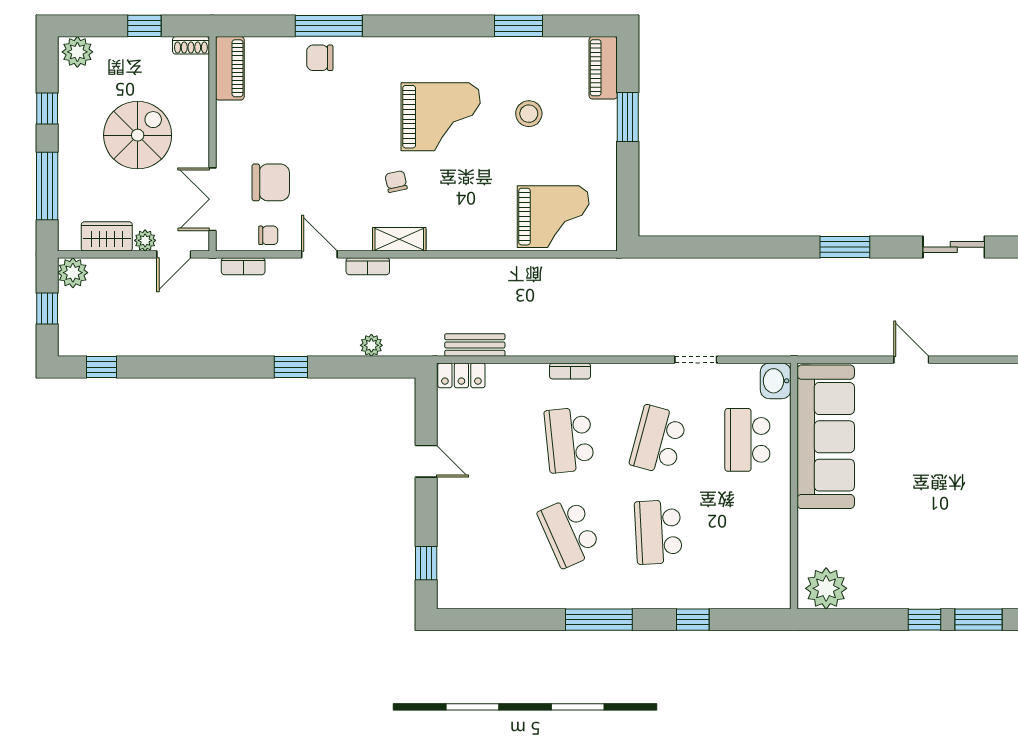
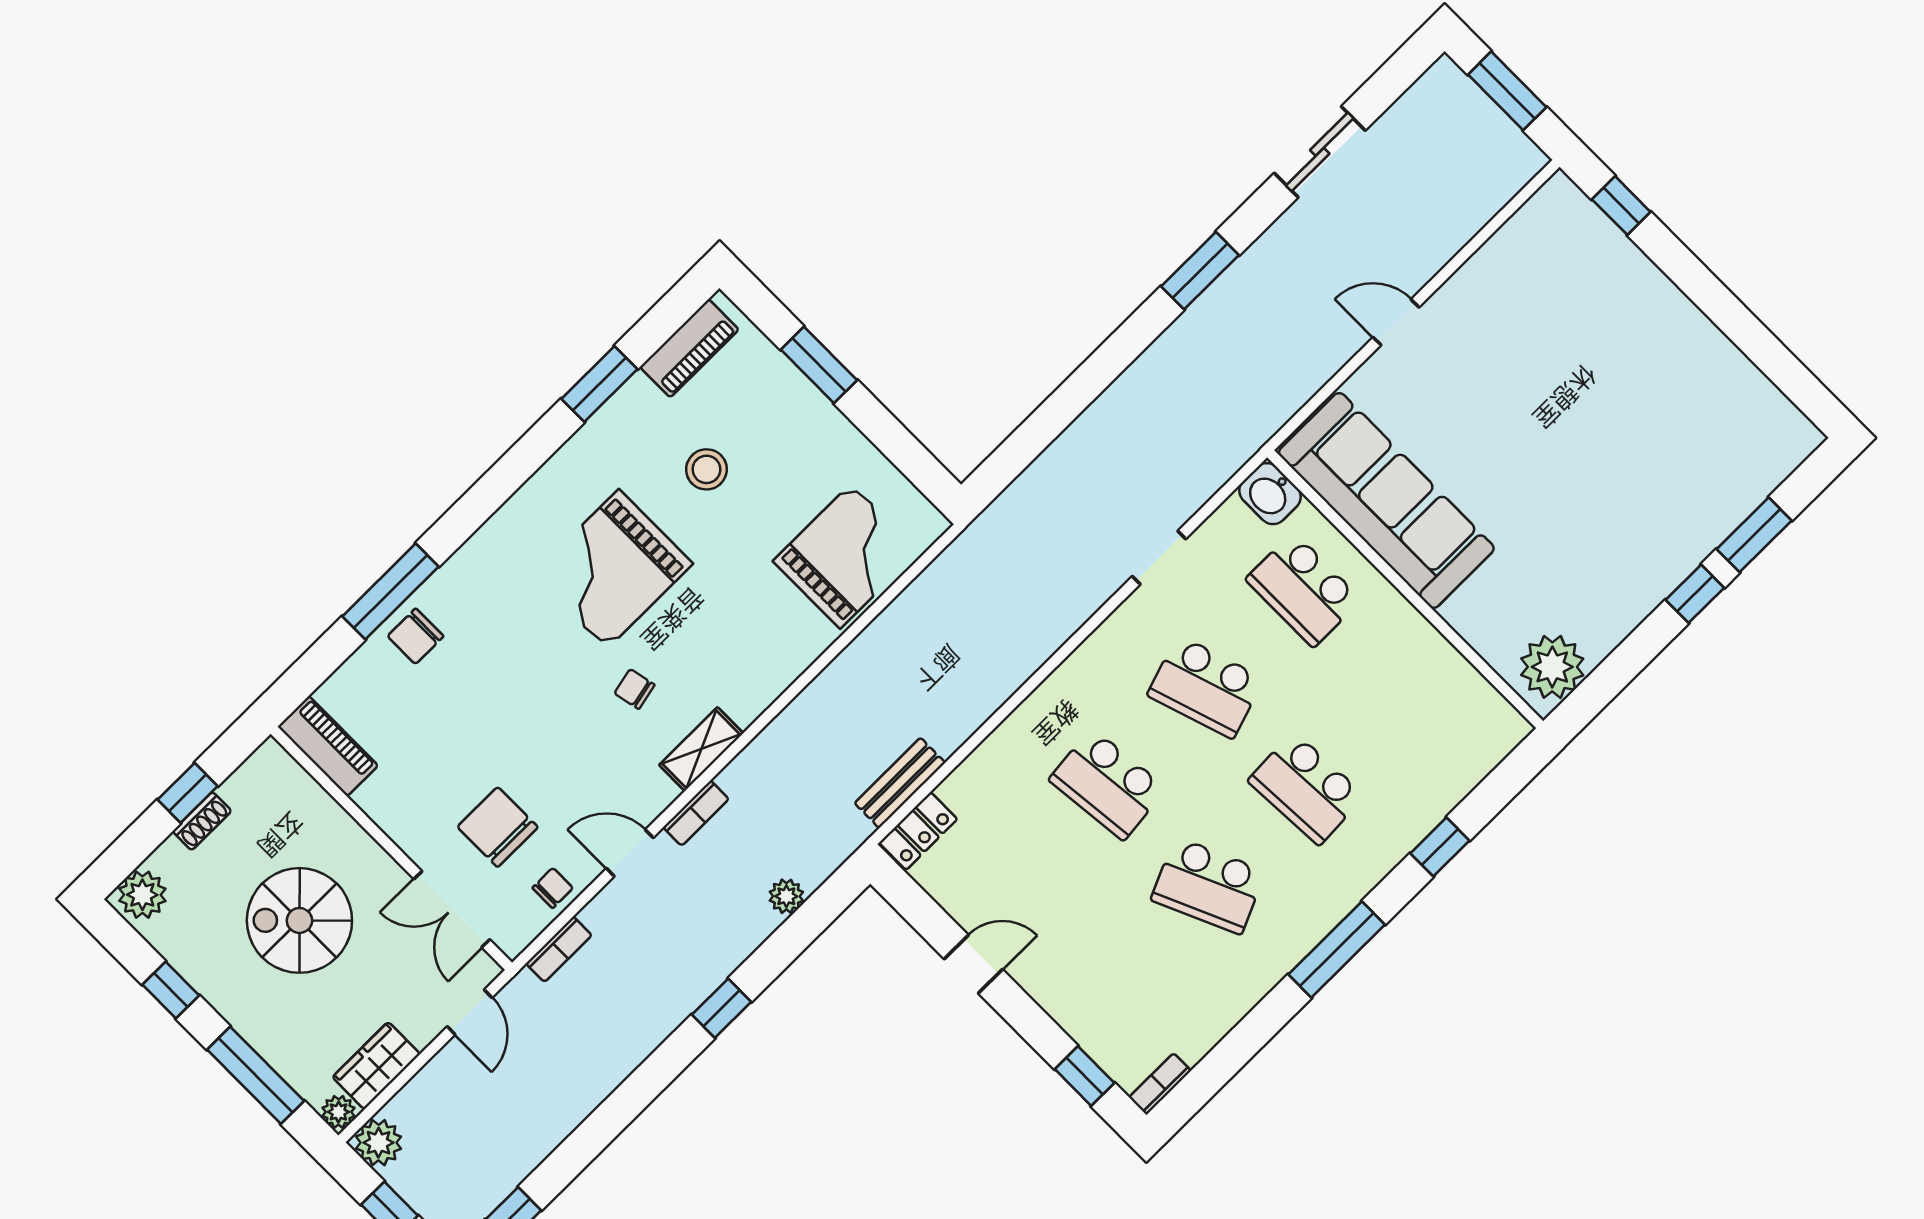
shoe rack: (191, 45) -> (202, 821), moved
piano: (603, 68) -> (689, 348), moved, turned -90
grand piano: (441, 117) -> (613, 569), turned 180
spiral stairs: (138, 135) -> (299, 920), turned -90
chair: (271, 182) -> (498, 827), turned -90
plant: (145, 240) -> (338, 1112), moved
bookcase: (570, 371) -> (1160, 1084), moved, turned 180
school desk: (658, 440) -> (1205, 687), turned -33

